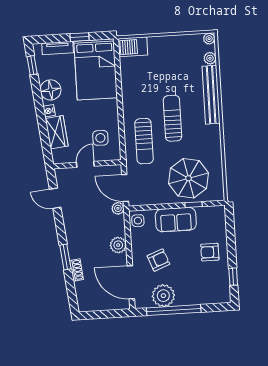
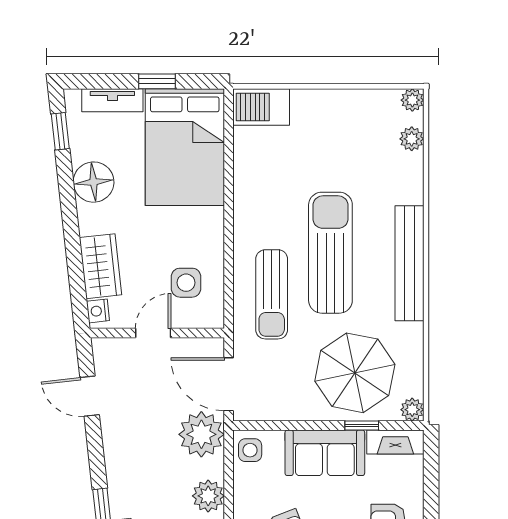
bench: (211, 95) -> (409, 263), moved
nightstand: (49, 111) -> (98, 311), moved
sun lounger: (172, 118) -> (330, 253), width x1.36, depth x1.34
plant: (219, 195) -> (412, 410), added
plant: (118, 208) -> (201, 434), width x1.88, depth x1.88
fireplace: (211, 212) -> (395, 442), added

